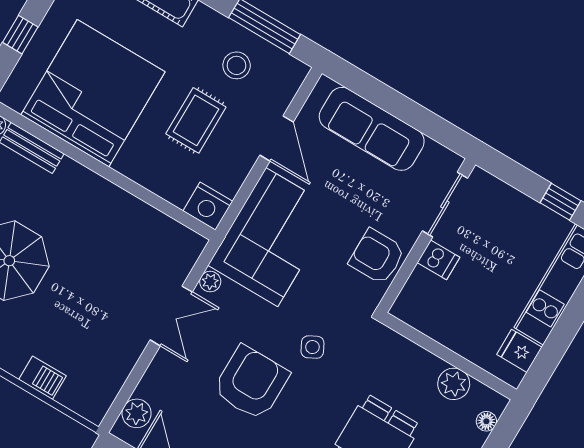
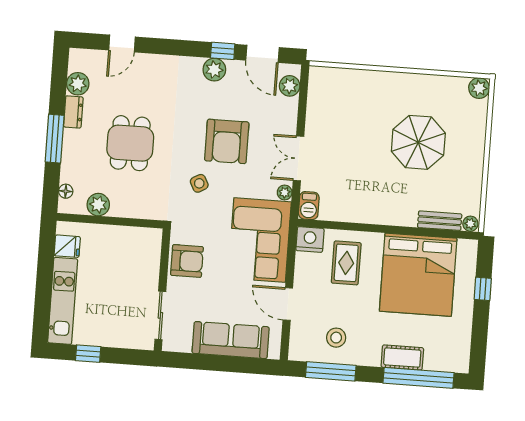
rug: (196, 120) -> (346, 263), moved
dishwasher: (438, 260) -> (147, 278), removed
barbecue: (42, 378) -> (309, 206), moved, turned -90

